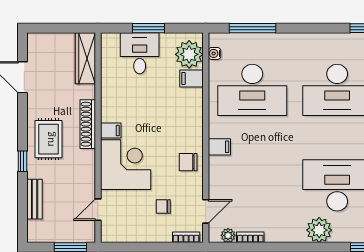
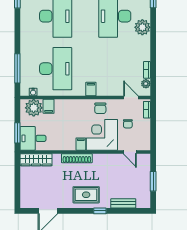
wardrobe: (85, 58) -> (36, 160), moved
shoe rack: (88, 124) -> (77, 158), moved
filing cabinet: (111, 131) -> (81, 144), moved
wall: (98, 138) -> (85, 152), moved
corner desk: (126, 165) -> (102, 135), moved
door: (98, 210) -> (130, 152), moved

